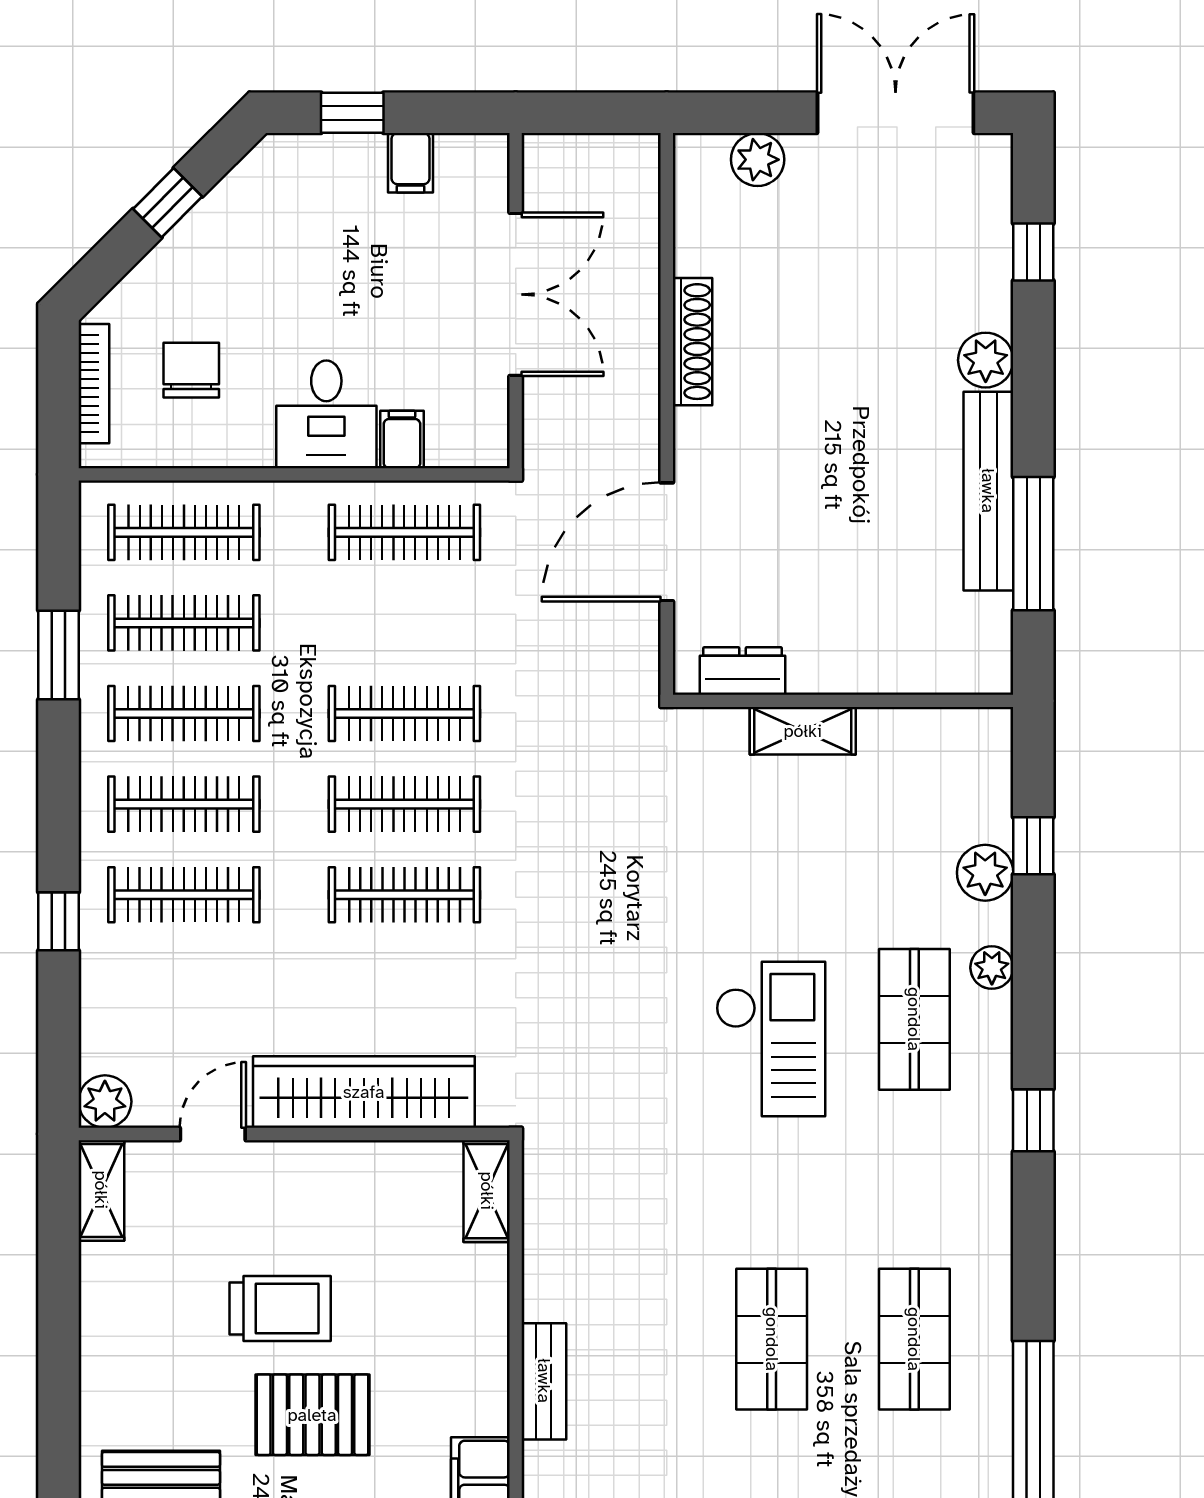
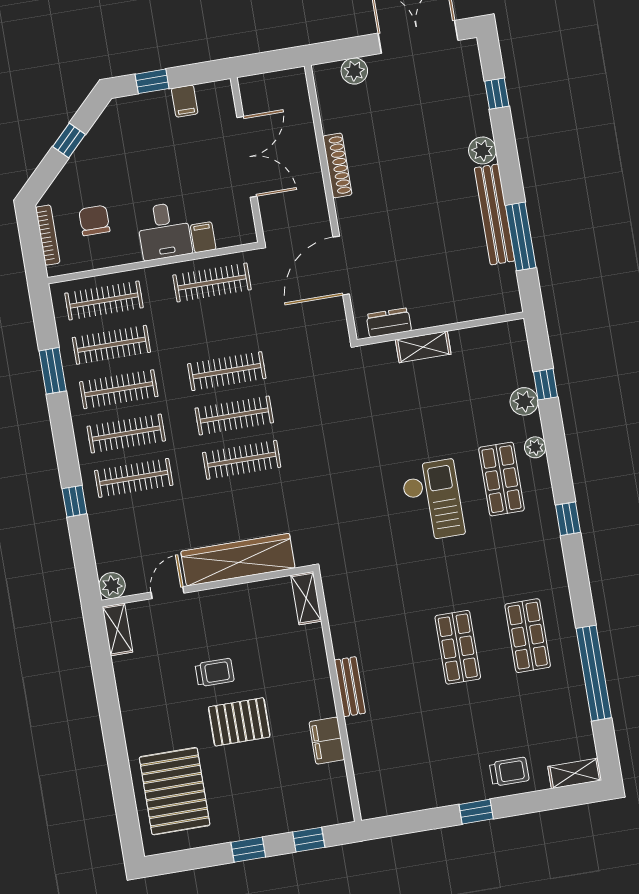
trolley: (280, 1308) -> (215, 673), width x0.73, depth x0.72

